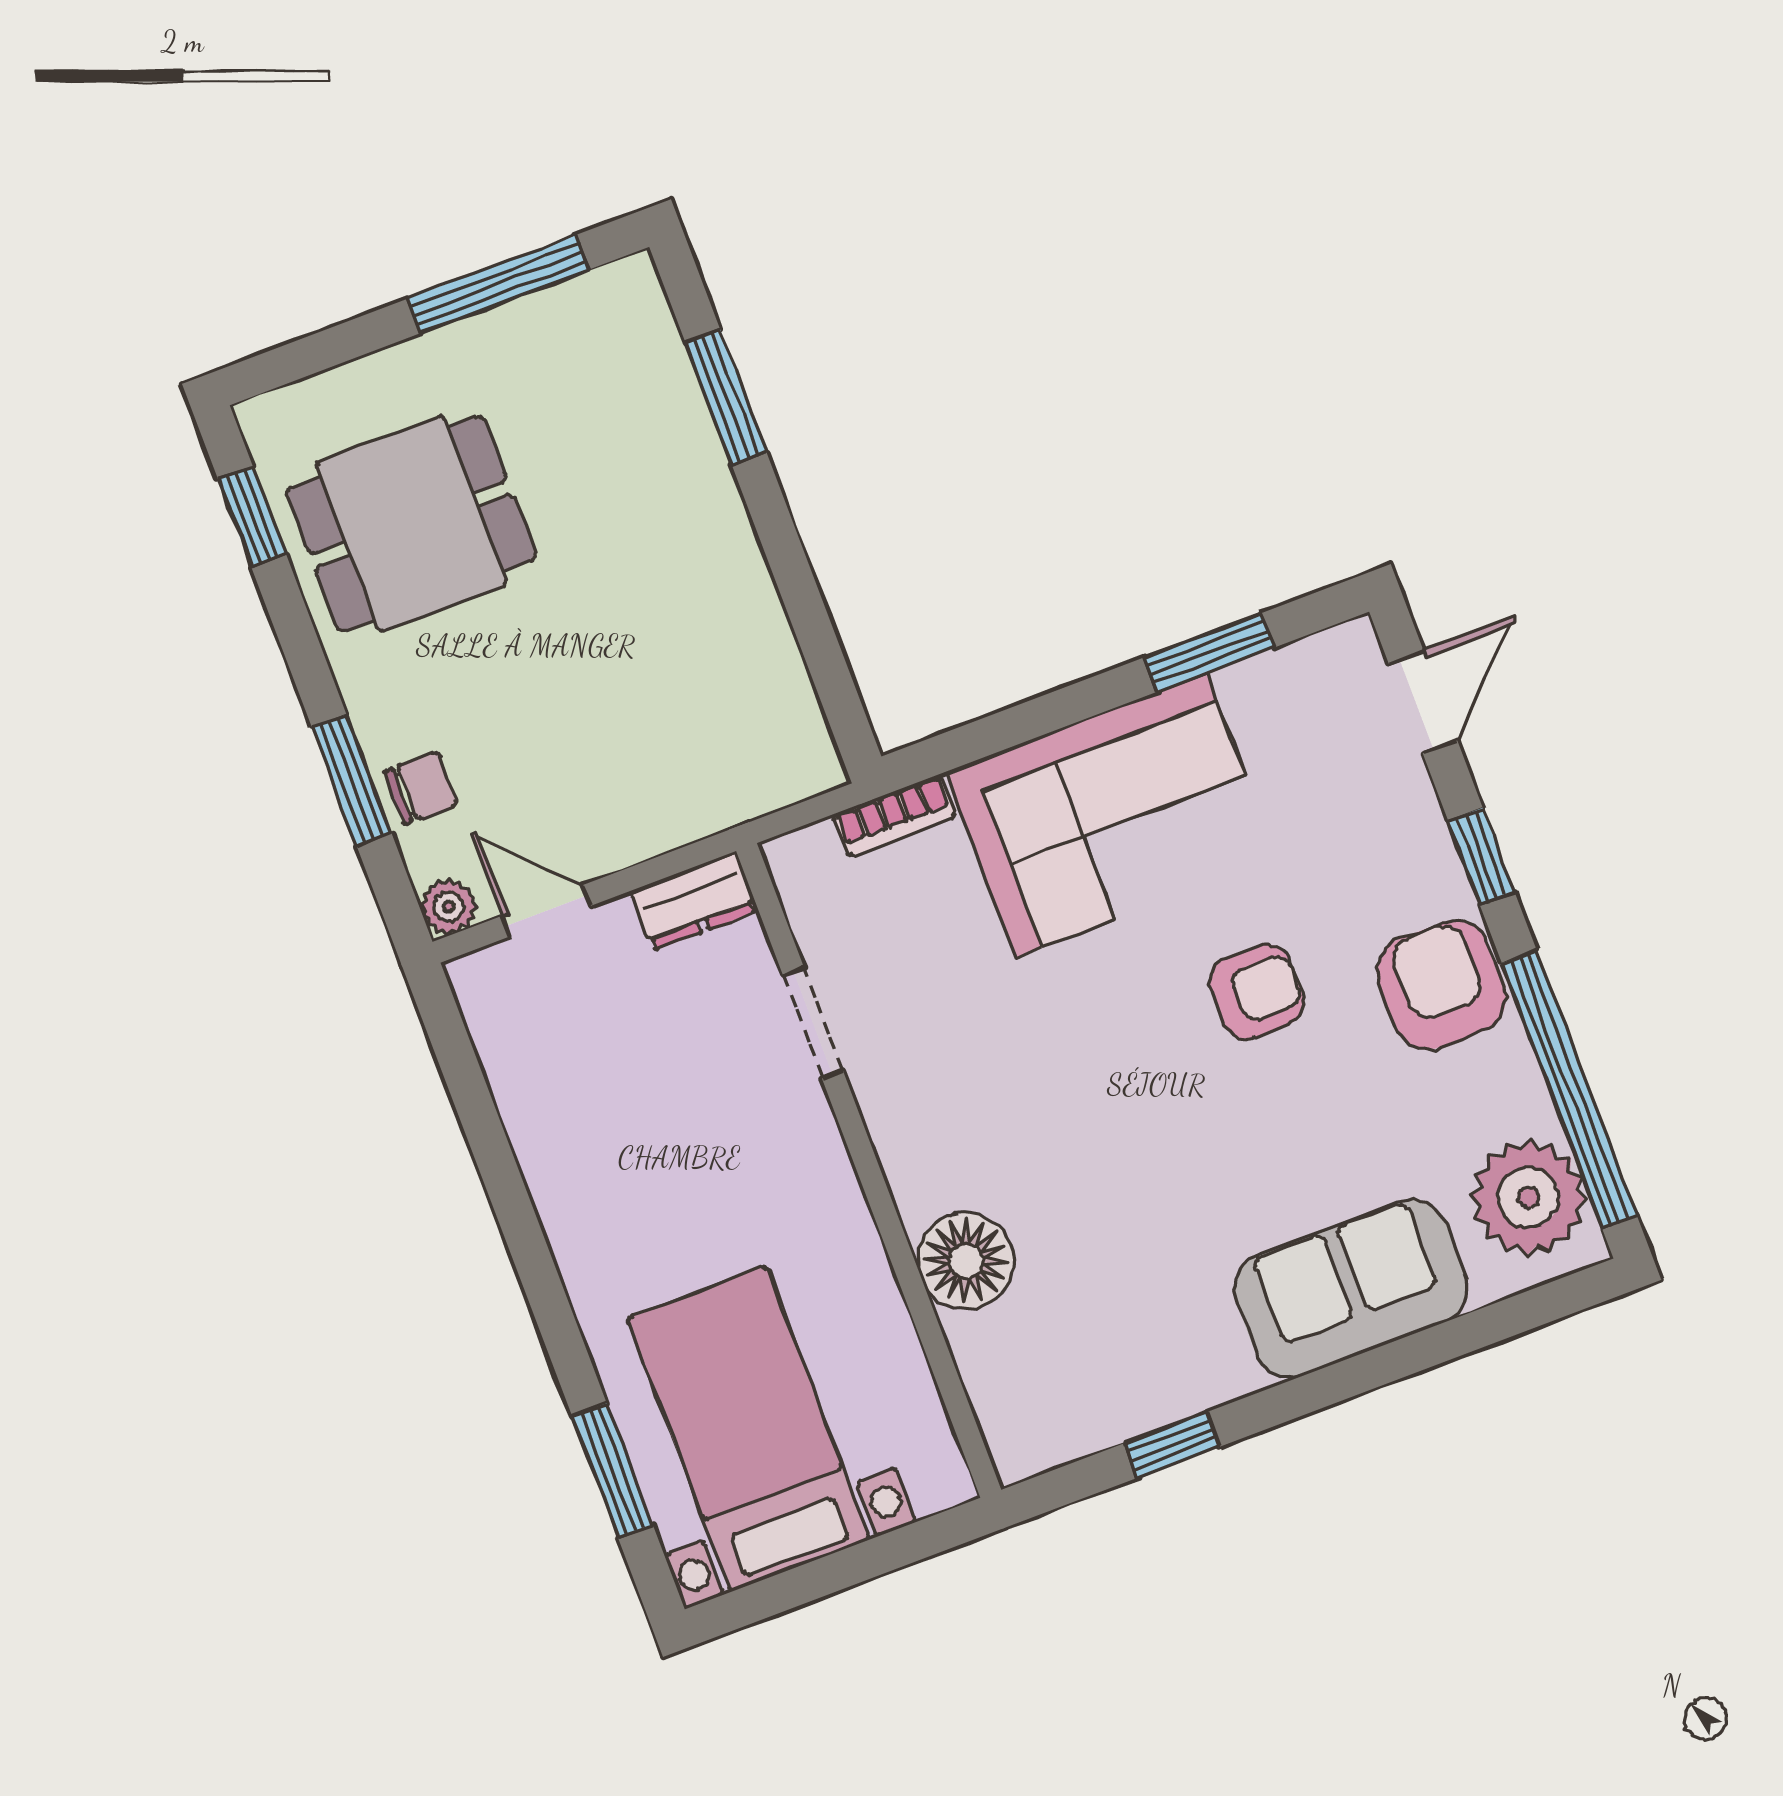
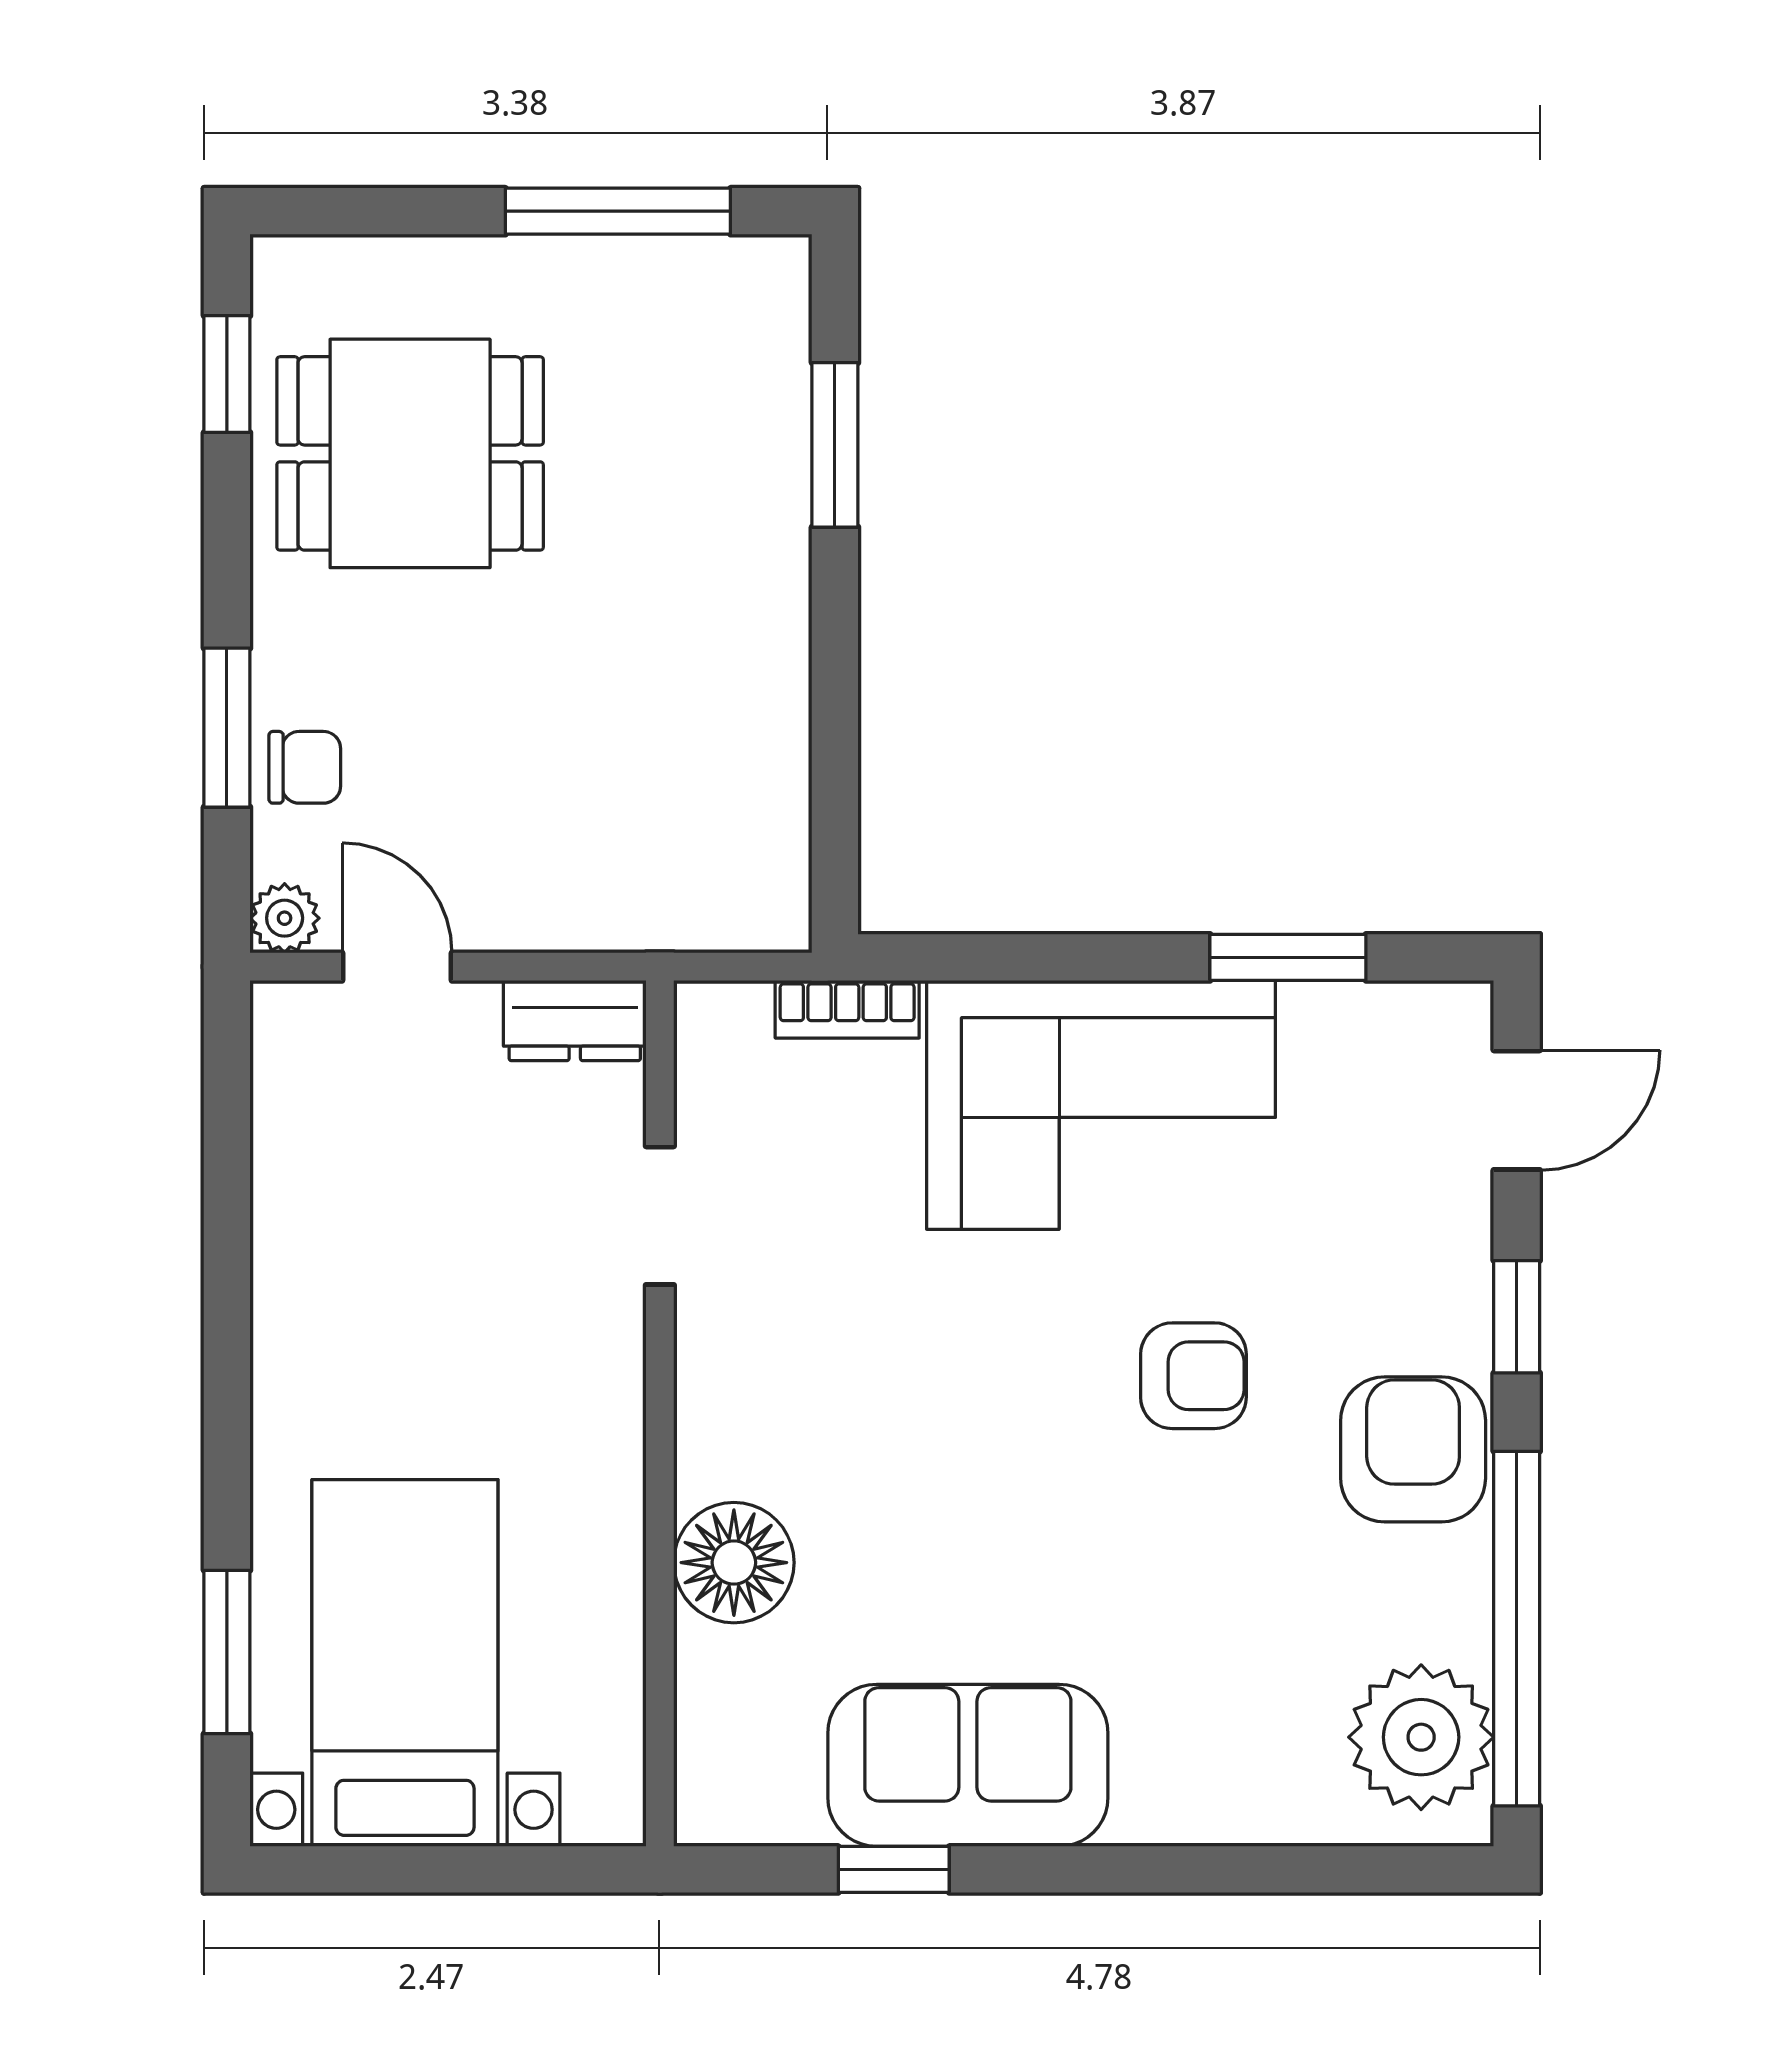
sofa: (1351, 1289) -> (968, 1765), moved

